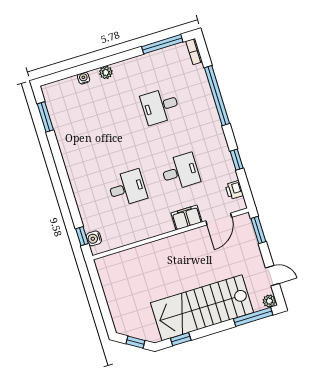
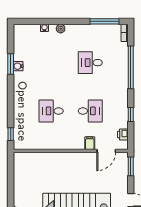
window: (45, 117) -> (11, 64), moved
desk: (127, 188) -> (51, 111), turned 180
filing cabinet: (187, 218) -> (90, 143), width x0.50
water cooler: (94, 238) -> (18, 66), moved

